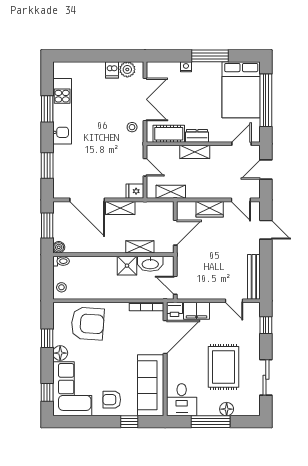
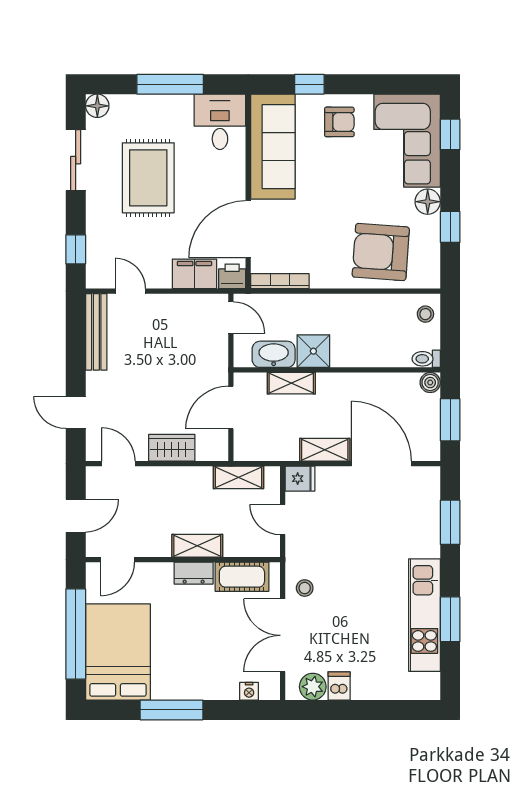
nightstand: (186, 67) -> (249, 691), moved
floor lamp: (227, 409) -> (97, 106), moved

